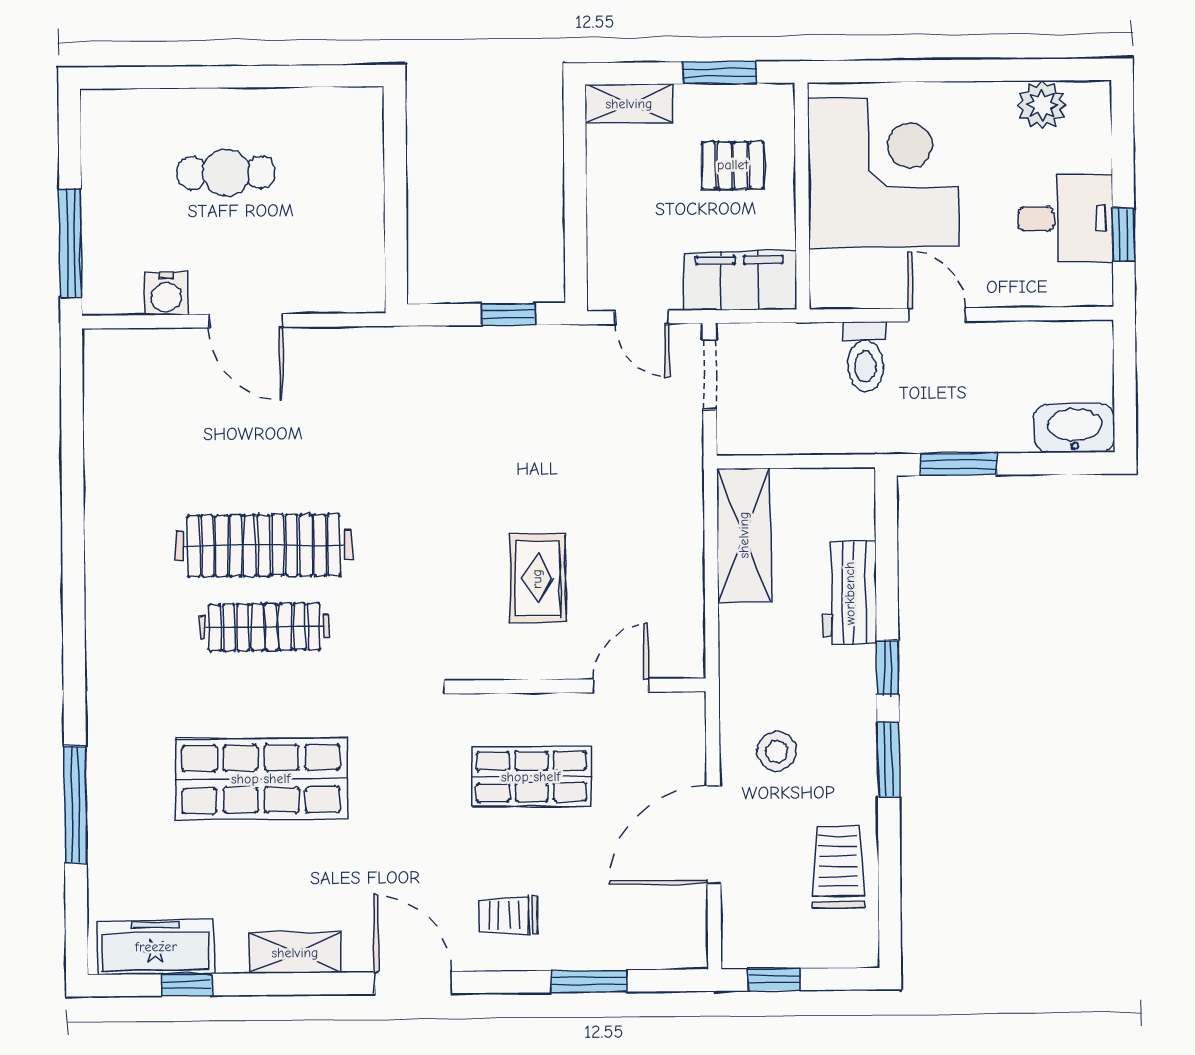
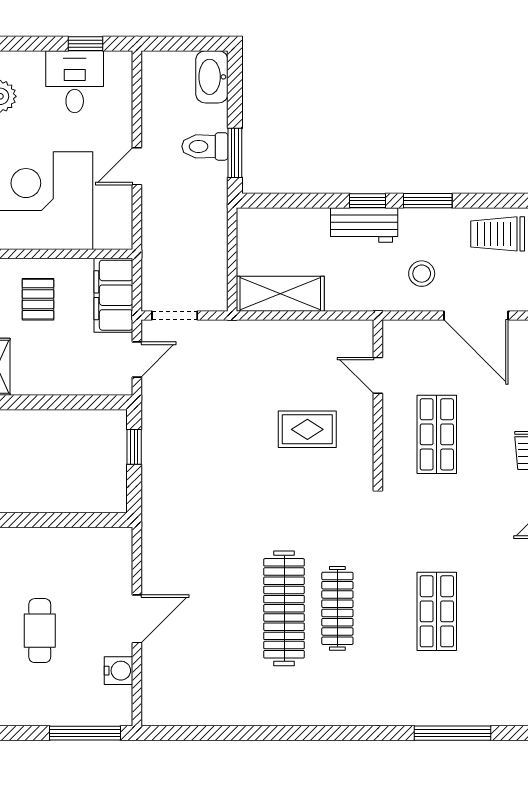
toilet: (865, 357) -> (205, 146), moved, turned 180
workbench: (850, 593) -> (364, 225), moved
shop shelf: (261, 779) -> (437, 611), width x0.70, depth x0.74

